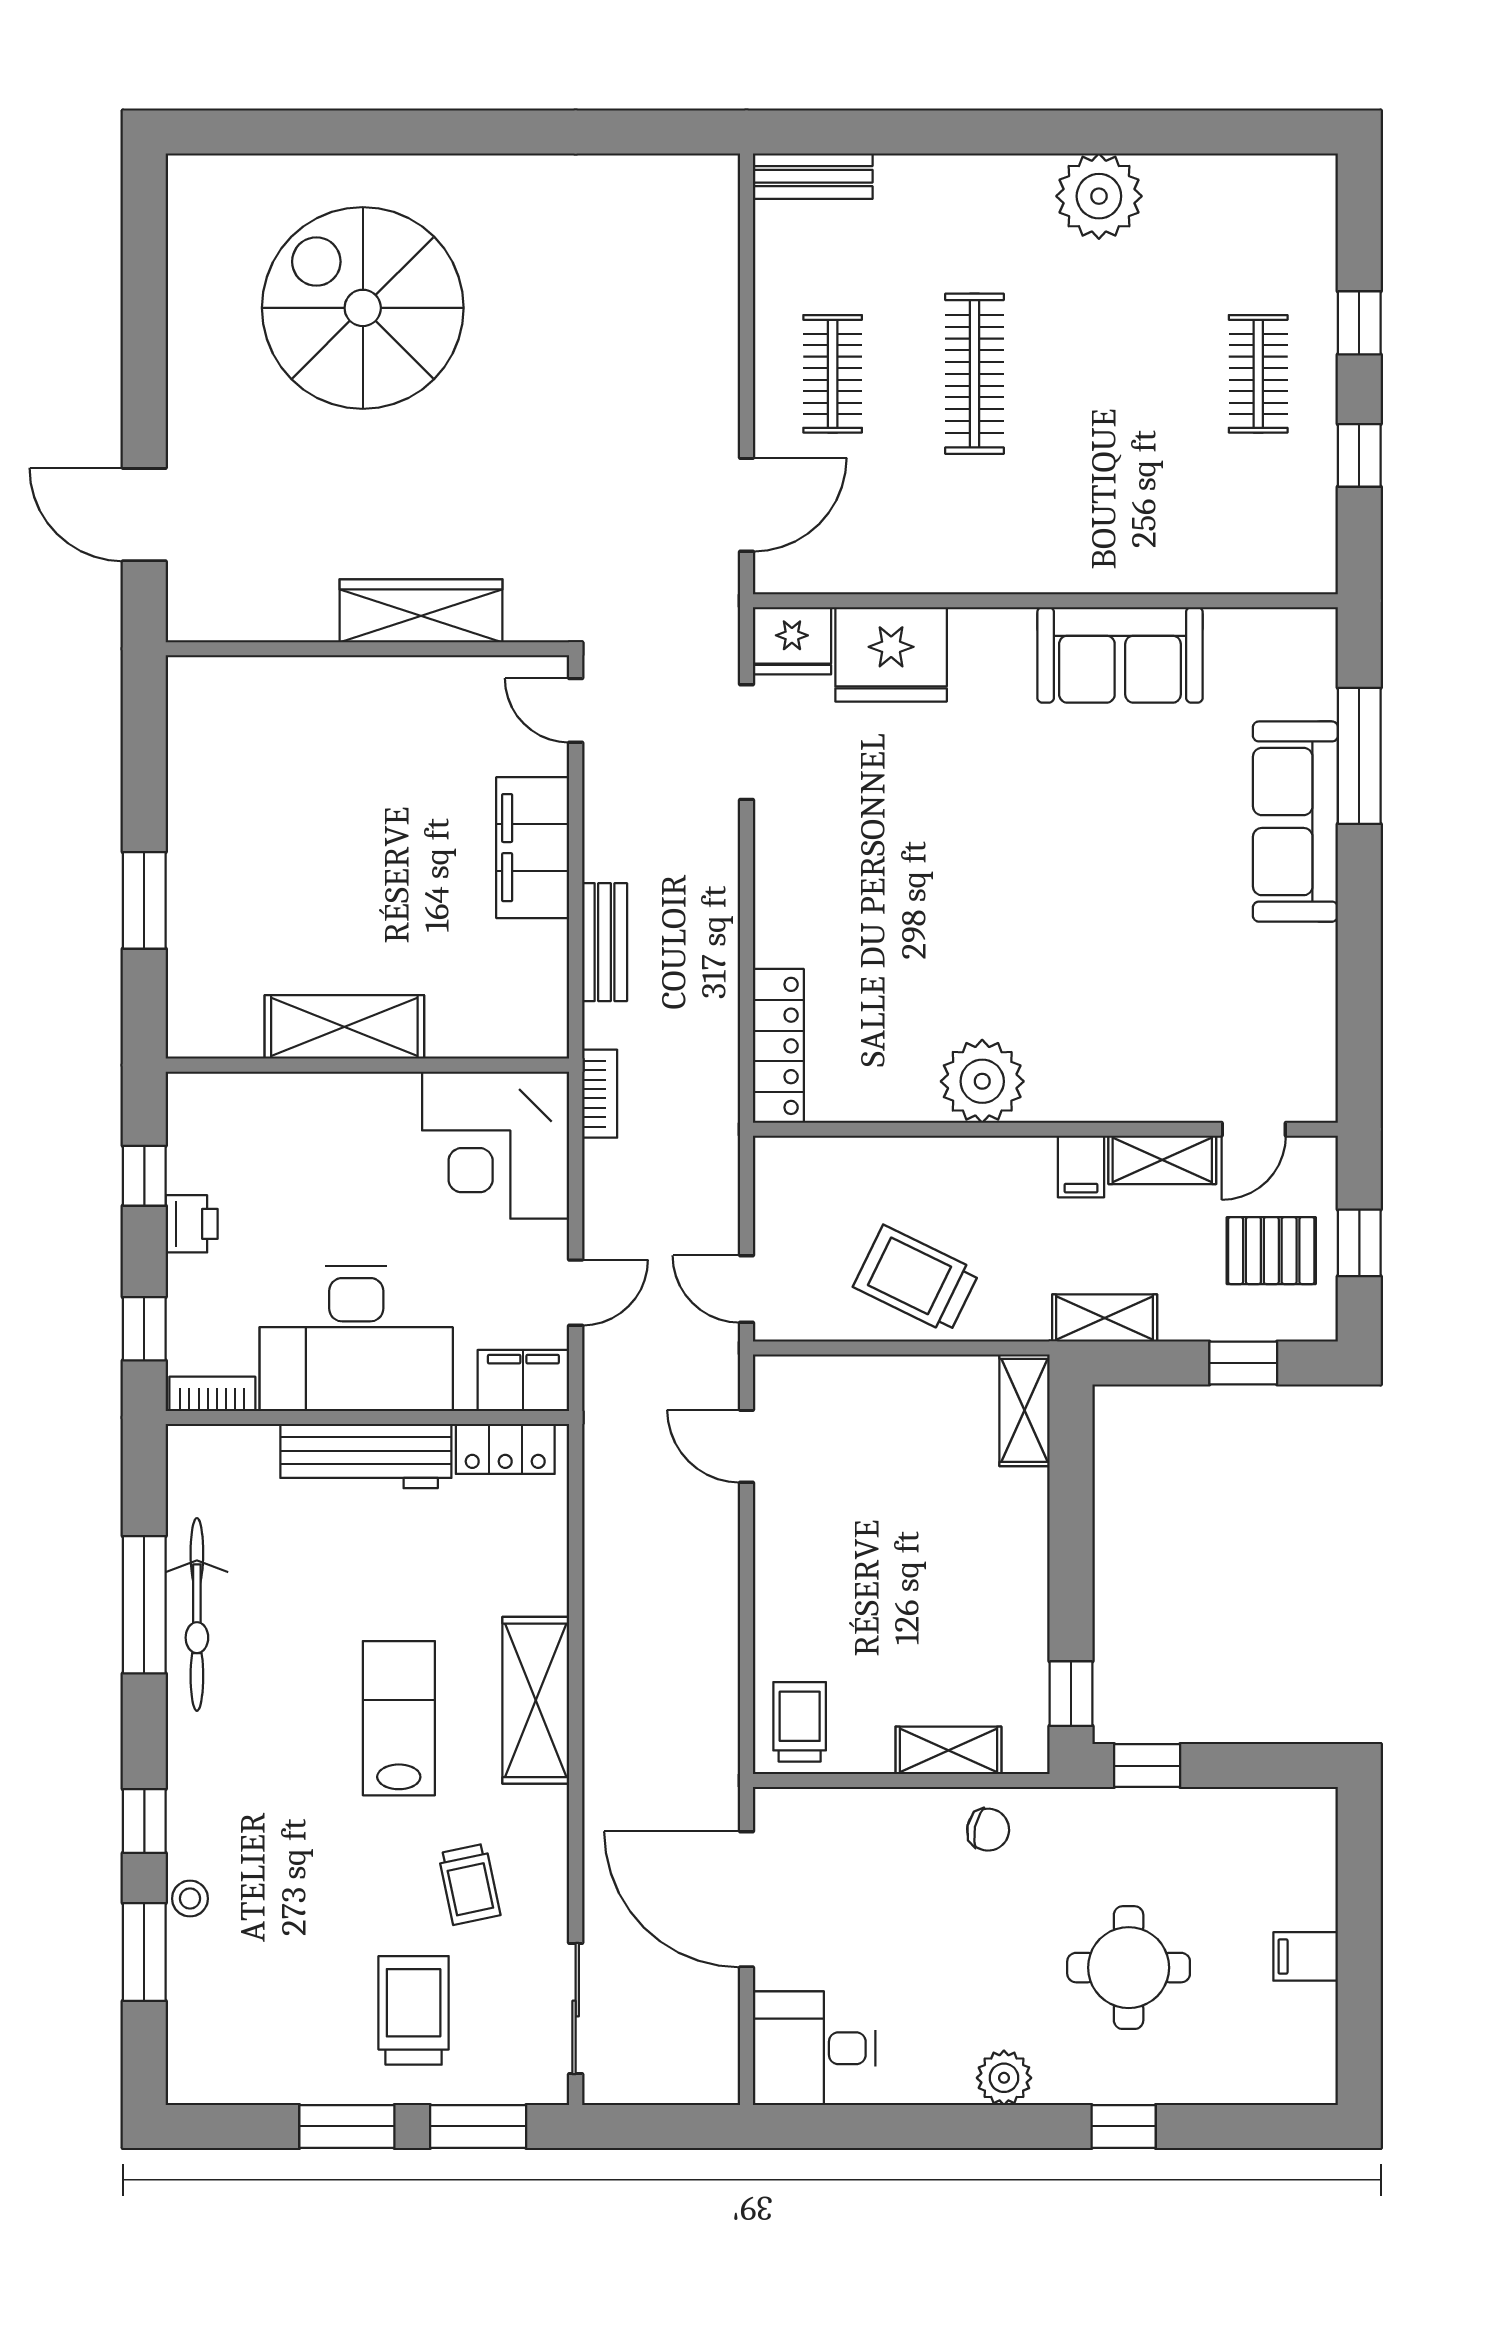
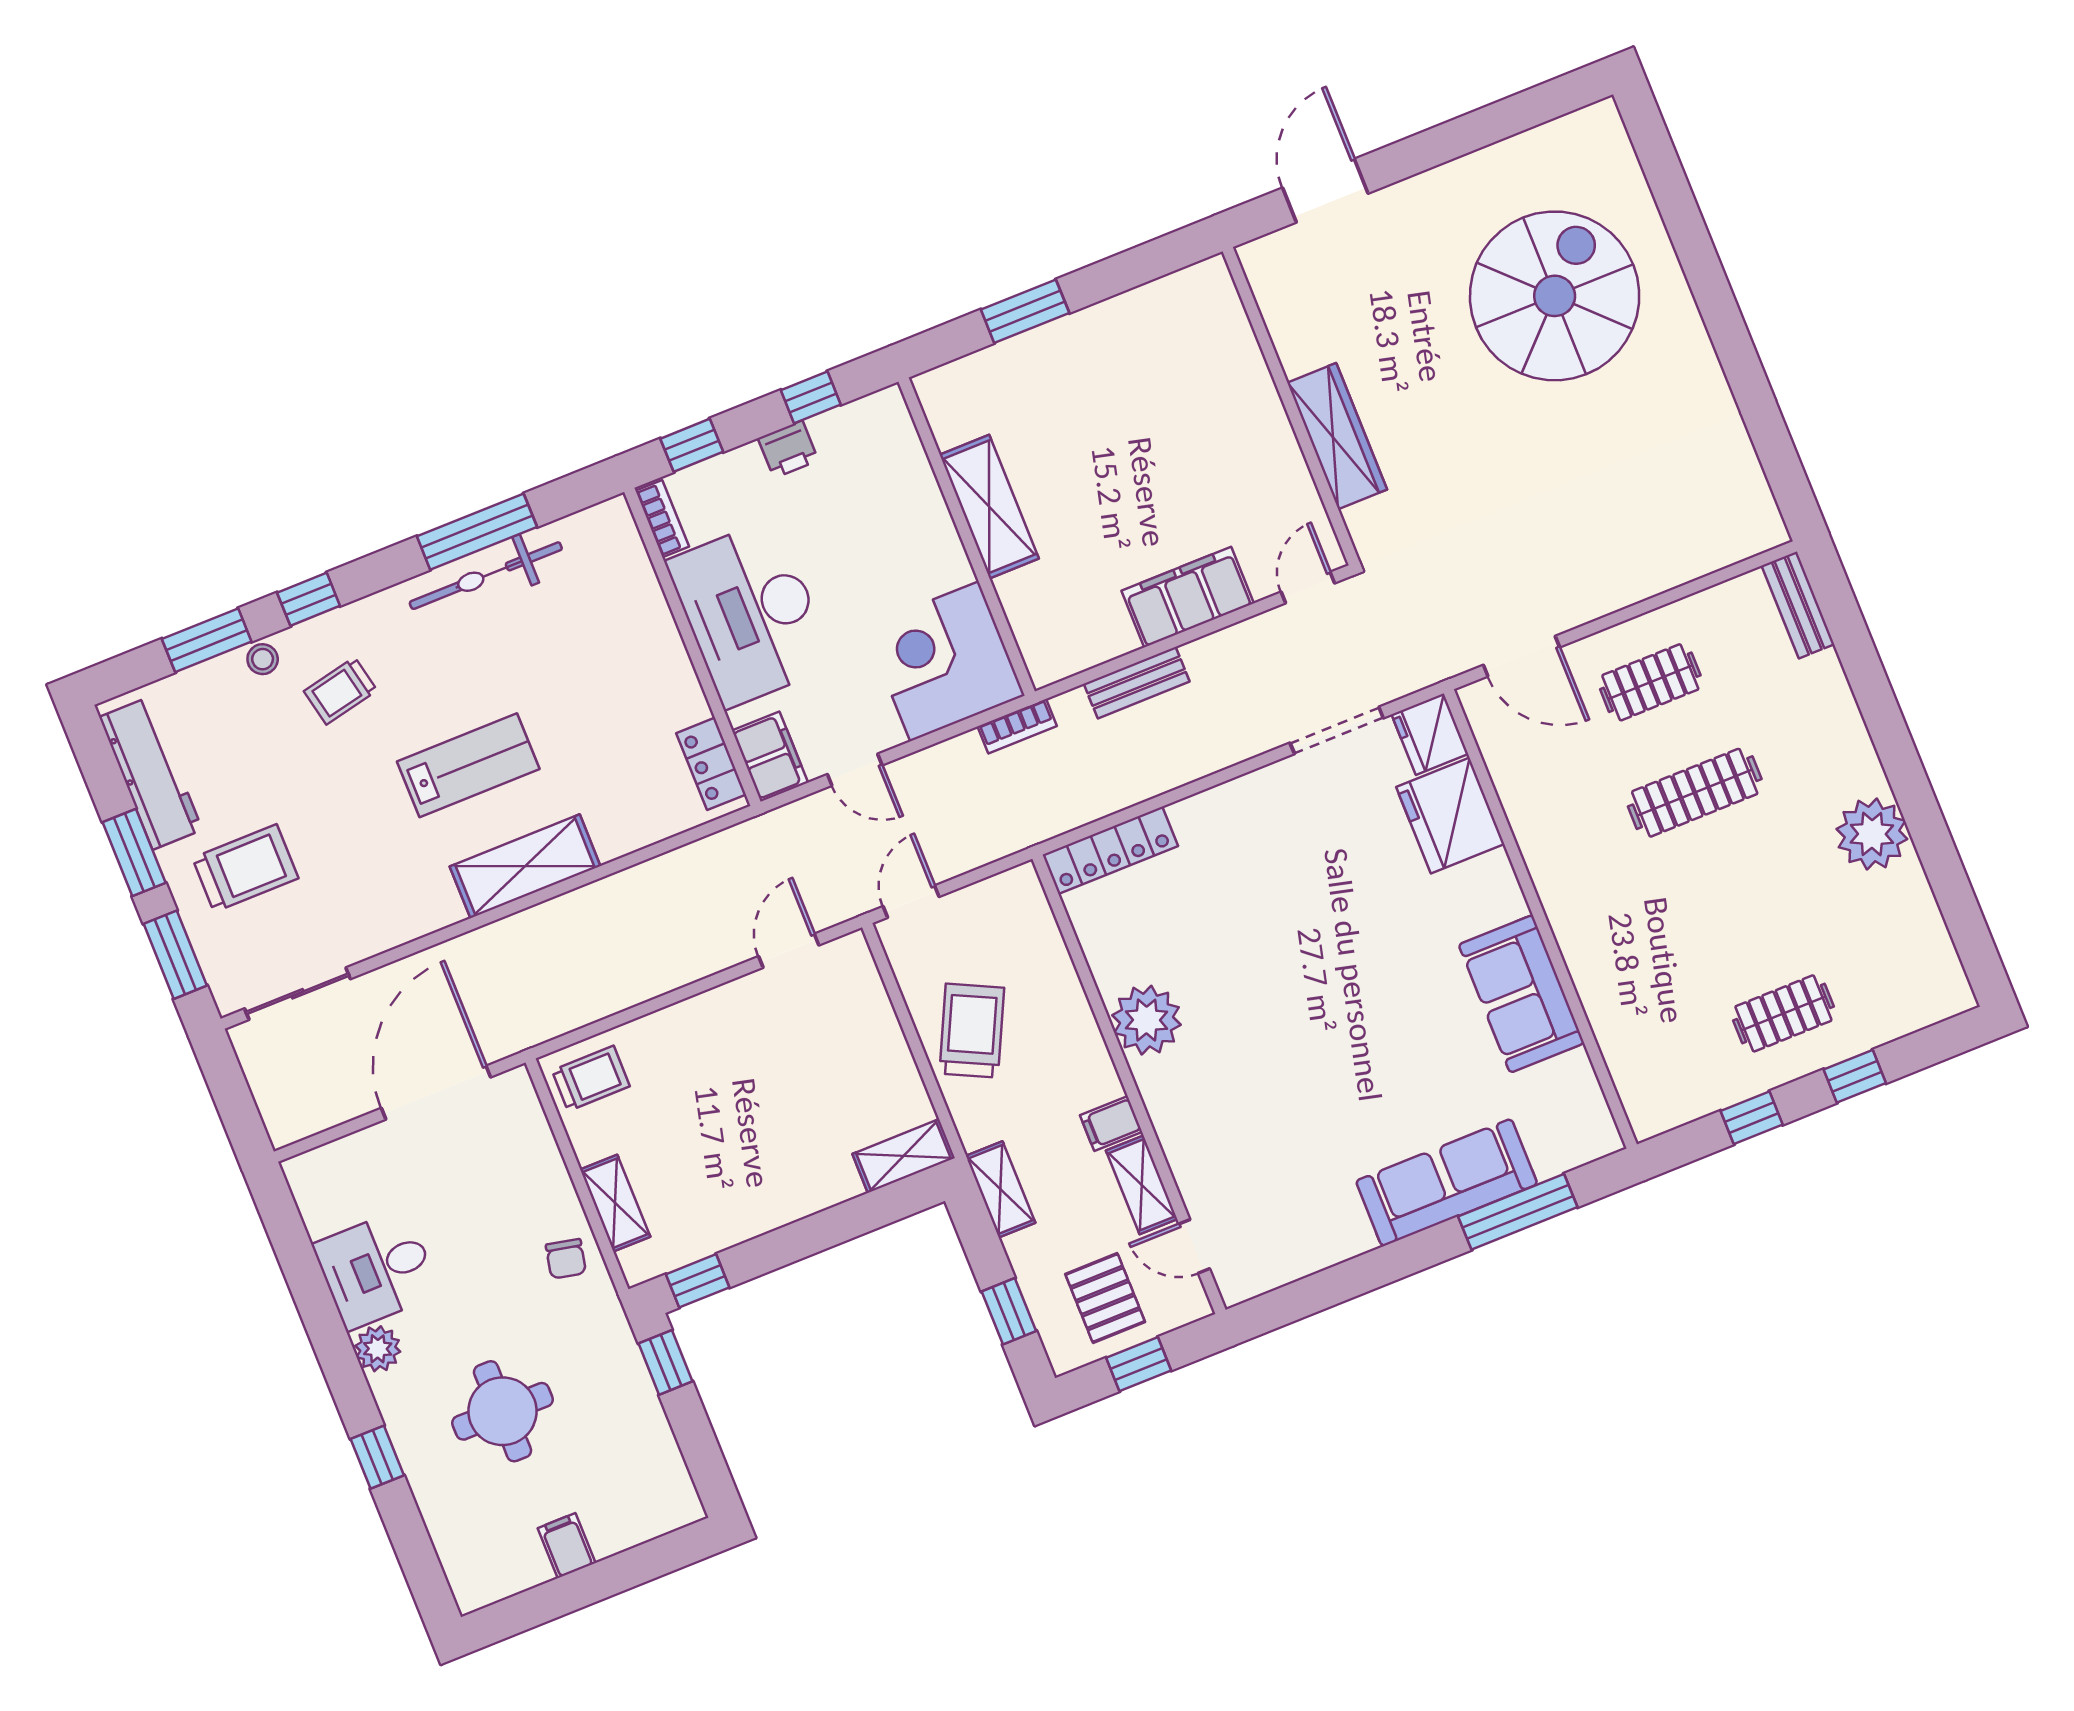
workbench: (366, 1456) -> (151, 773), moved, turned 180
trolley: (469, 1884) -> (340, 691), moved
desk: (814, 2048) -> (376, 1269), moved, turned -90

